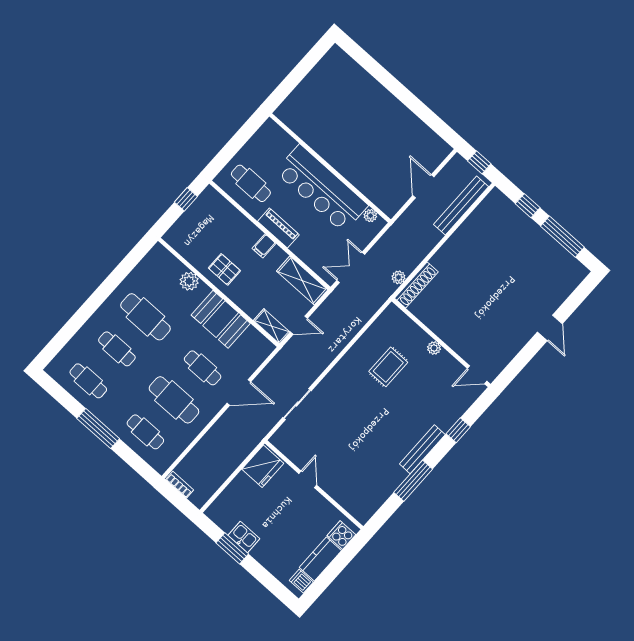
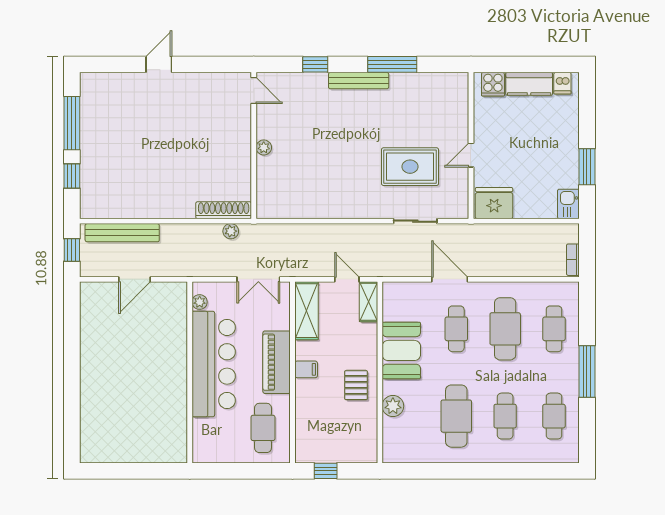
piano: (278, 228) -> (277, 362), width x1.37, depth x1.33
rug: (388, 367) -> (410, 167), moved, width x1.36, depth x1.43
kitchen sink: (244, 537) -> (568, 204), moved

